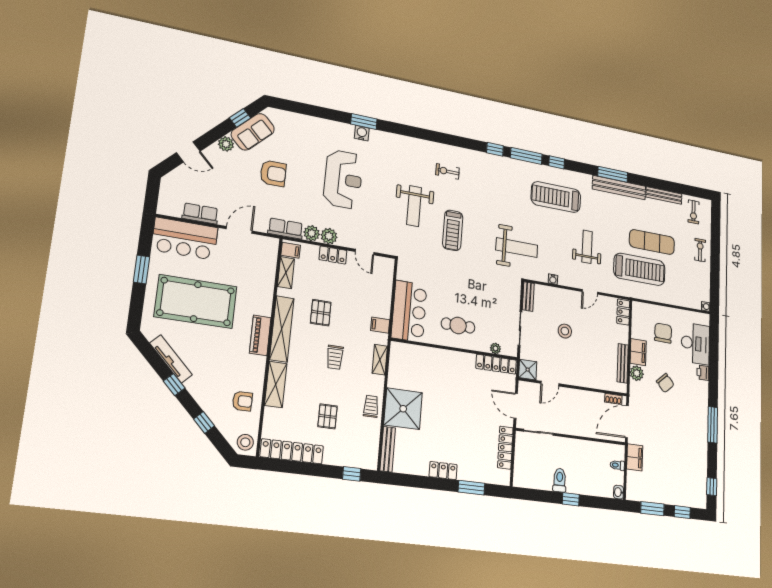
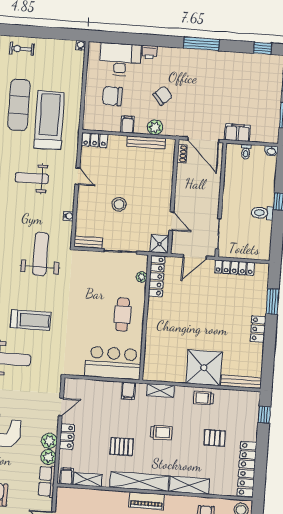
filing cabinet: (638, 352) -> (128, 124), width x0.50

